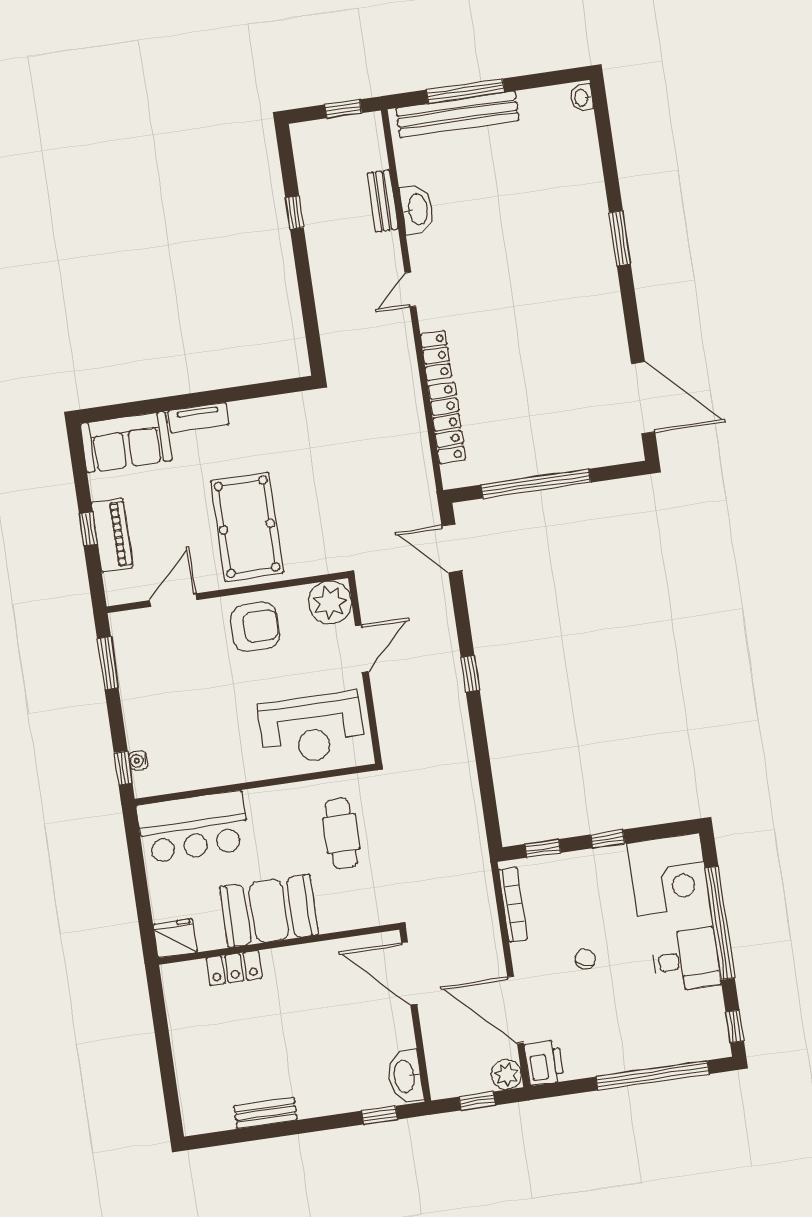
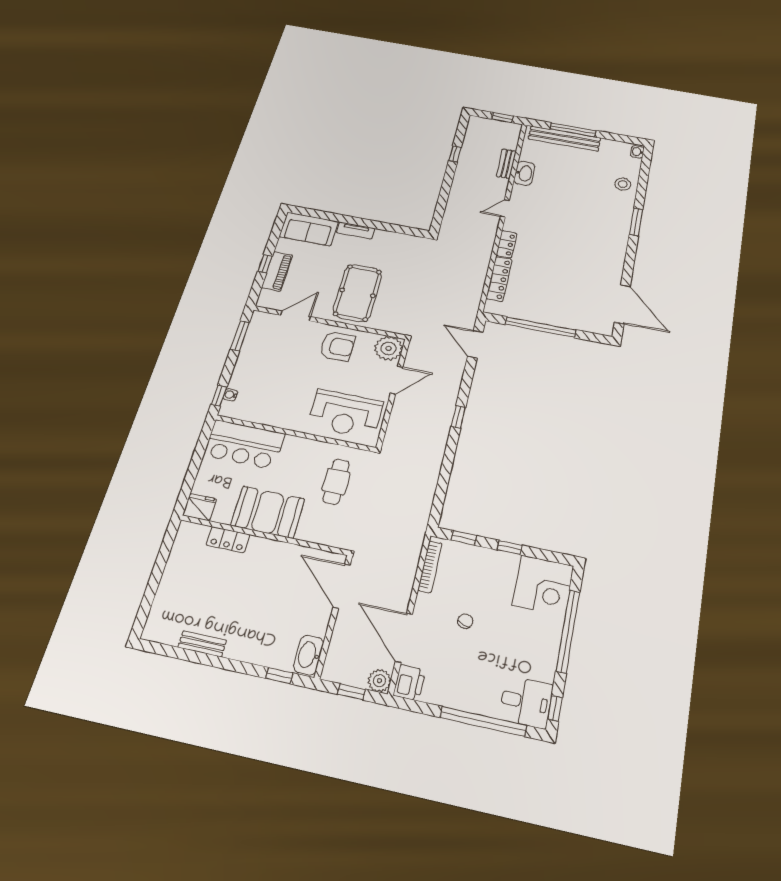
stool: (578, 172) -> (623, 184), added
desk: (686, 960) -> (526, 702), moved

